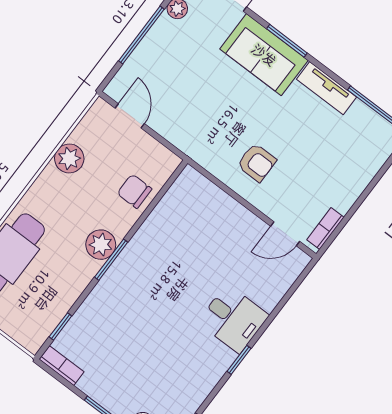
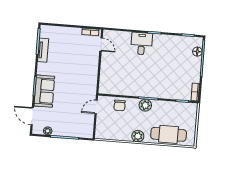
tv unit: (327, 88) -> (43, 50), moved
door: (130, 116) -> (96, 107), moved
plant: (69, 158) -> (138, 136), moved
armchair: (257, 162) -> (83, 70), removed

